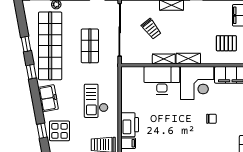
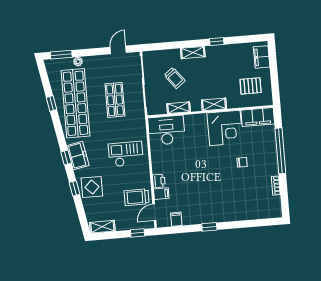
shelving: (164, 59) -> (179, 108), moved
window: (31, 72) -> (66, 157), moved
desk: (162, 80) -> (166, 130), moved
checkout: (96, 101) -> (126, 154), turned 90
printer: (130, 125) -> (159, 181), width x0.53, depth x0.68

